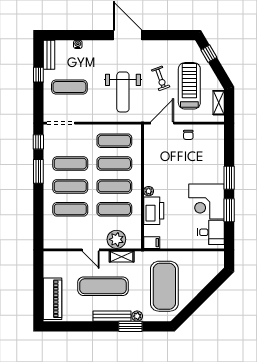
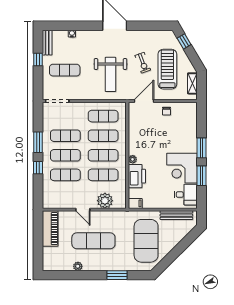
window: (38, 142) -> (38, 168), moved
shelving: (122, 257) -> (109, 215), removed
piano: (52, 299) -> (50, 229), moved
bench: (112, 316) -> (176, 215), moved
plant: (137, 316) -> (78, 266), moved

